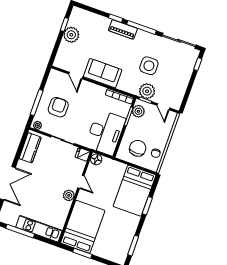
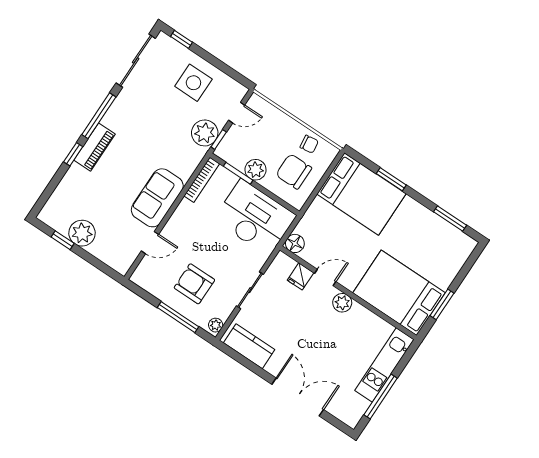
side table: (149, 66) -> (193, 83), moved
plant: (138, 111) -> (256, 170), moved
fridge: (83, 154) -> (300, 276), moved

